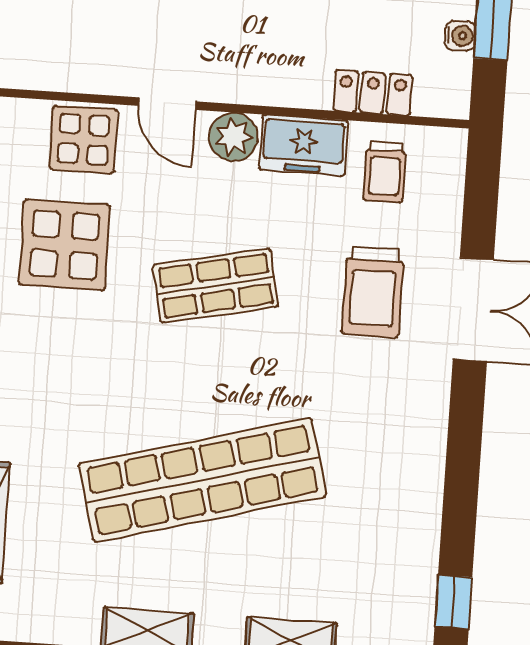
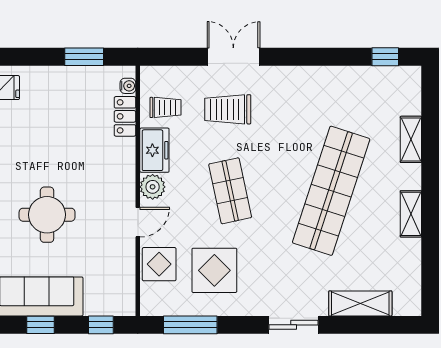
water cooler: (460, 36) -> (128, 86), moved, turned 90
trolley: (373, 292) -> (228, 109), turned 180
shop shelf: (202, 480) -> (331, 191), turned 33

